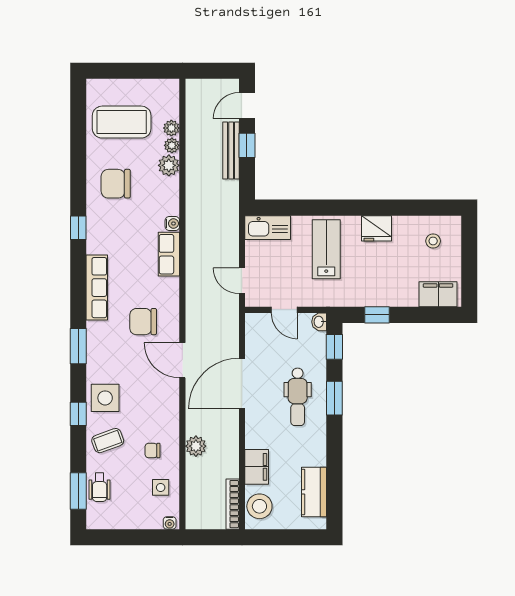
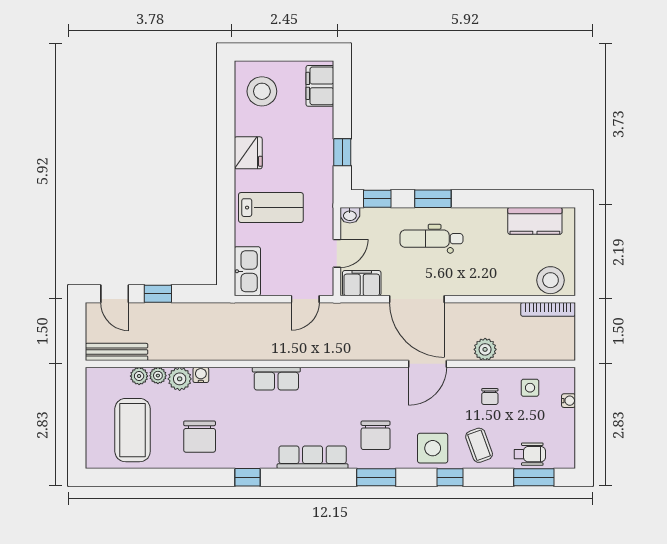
bench: (231, 151) -> (116, 352), moved
water cooler: (172, 223) -> (201, 375), moved
stool: (433, 241) -> (262, 91), width x1.89, depth x1.89
lab bench: (326, 249) -> (271, 208), turned 180
chair: (143, 322) -> (376, 435), moved
door: (182, 360) -> (427, 364), moved
dental chair: (298, 397) -> (431, 239), turned 180
filing cabinet: (257, 467) -> (362, 283), moved
water cooler: (170, 523) -> (569, 401), moved

